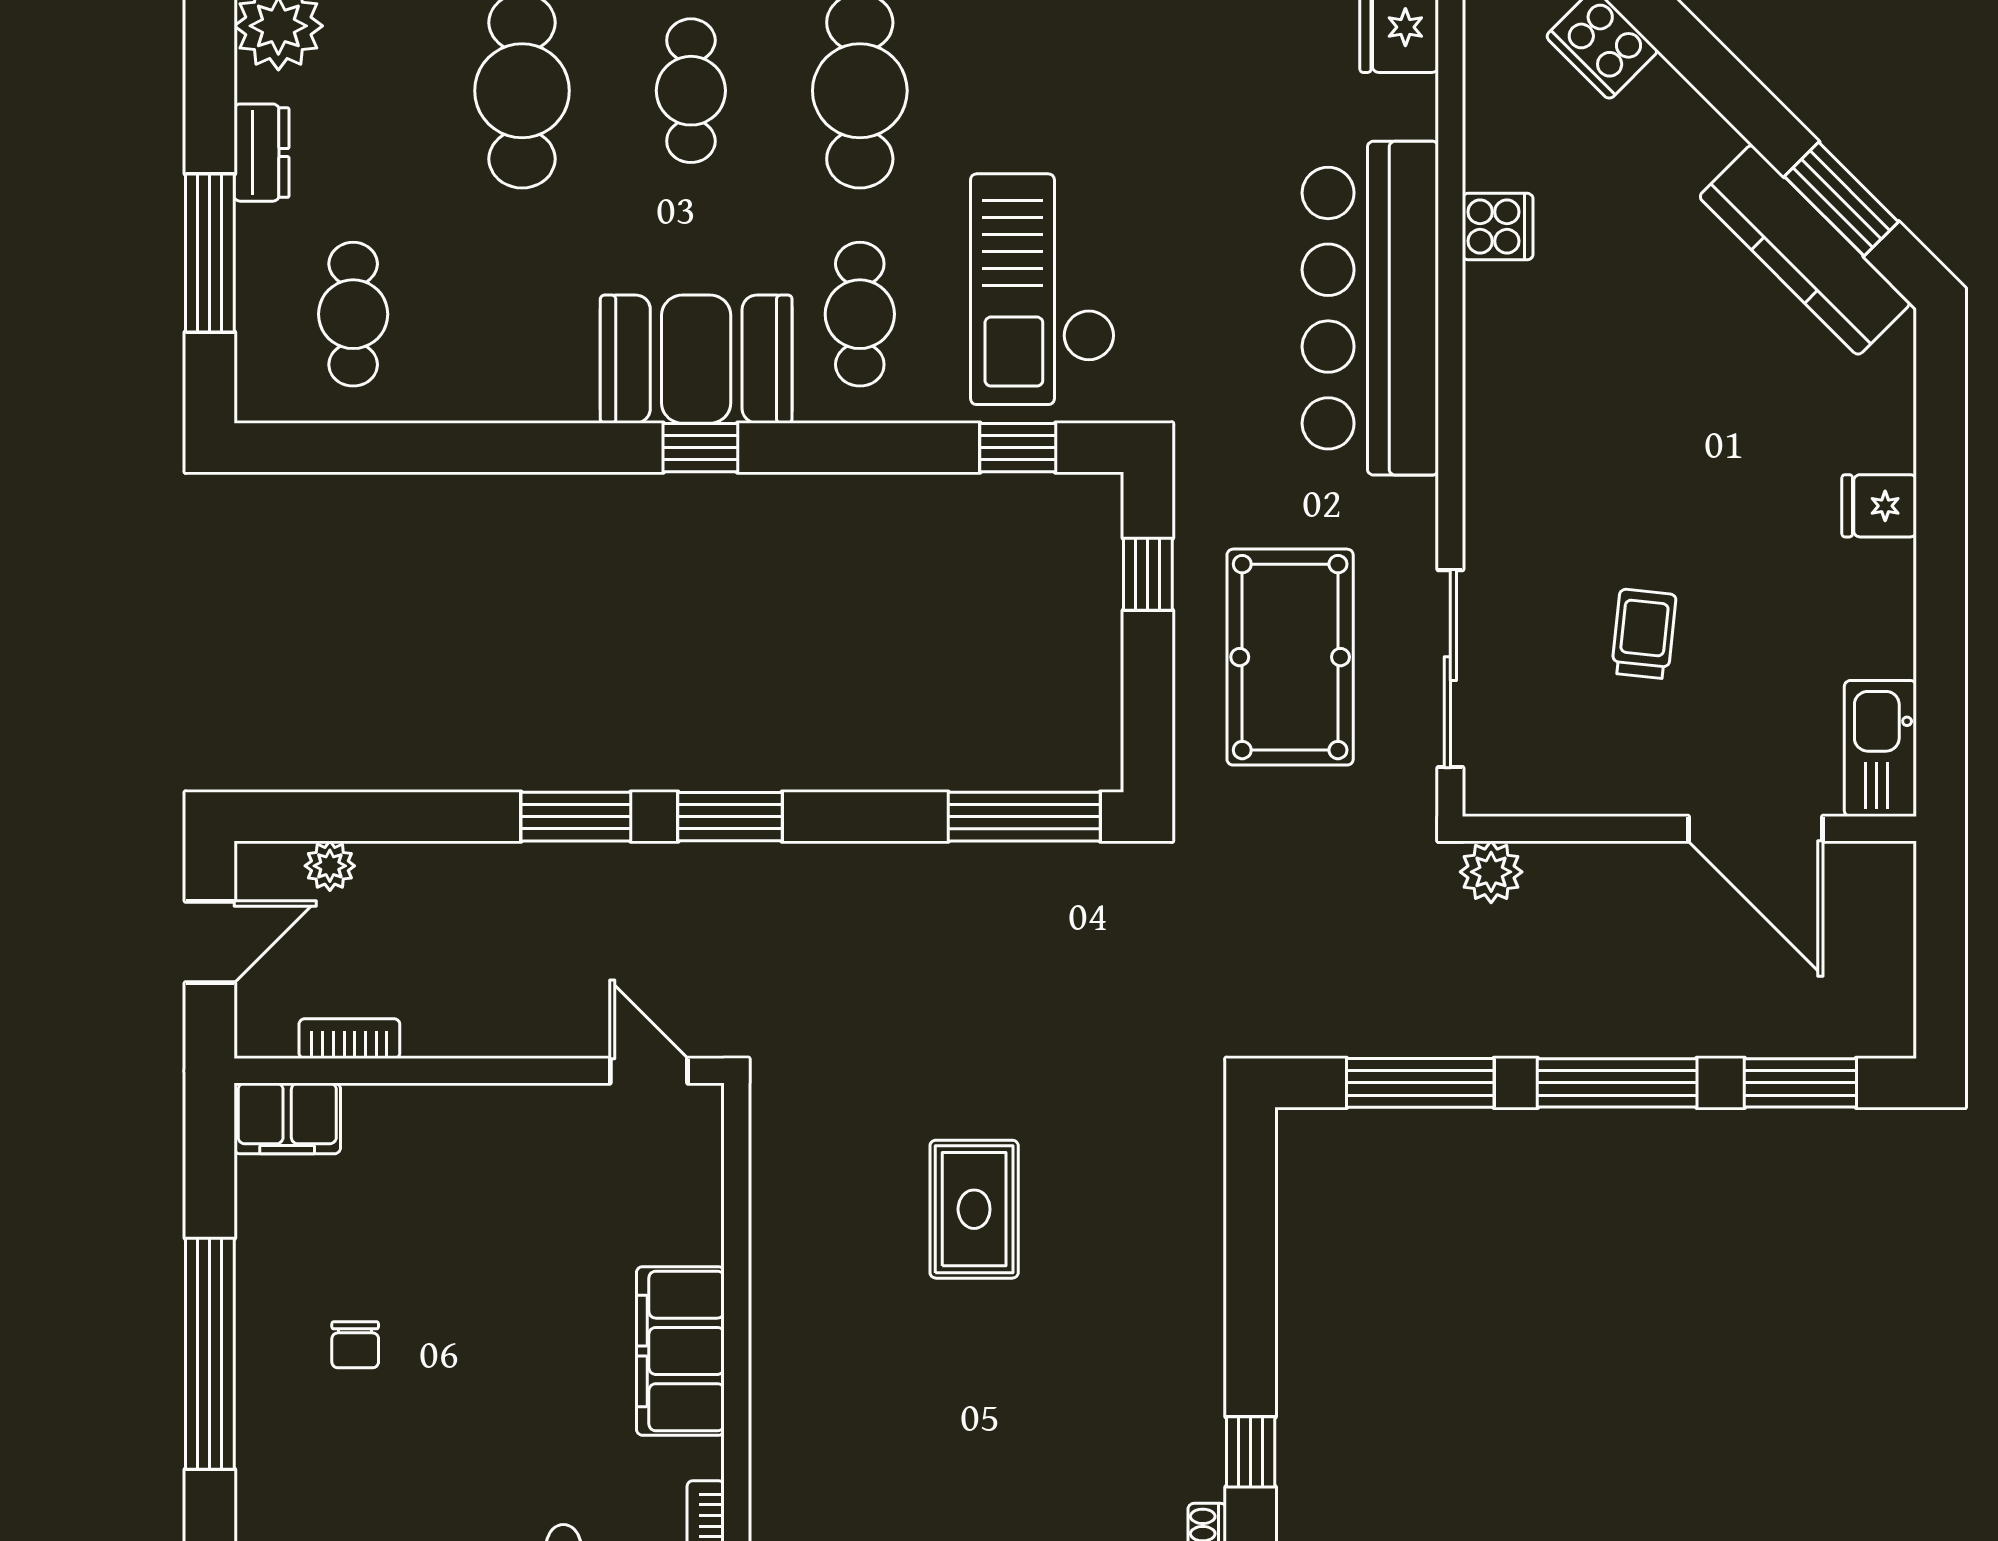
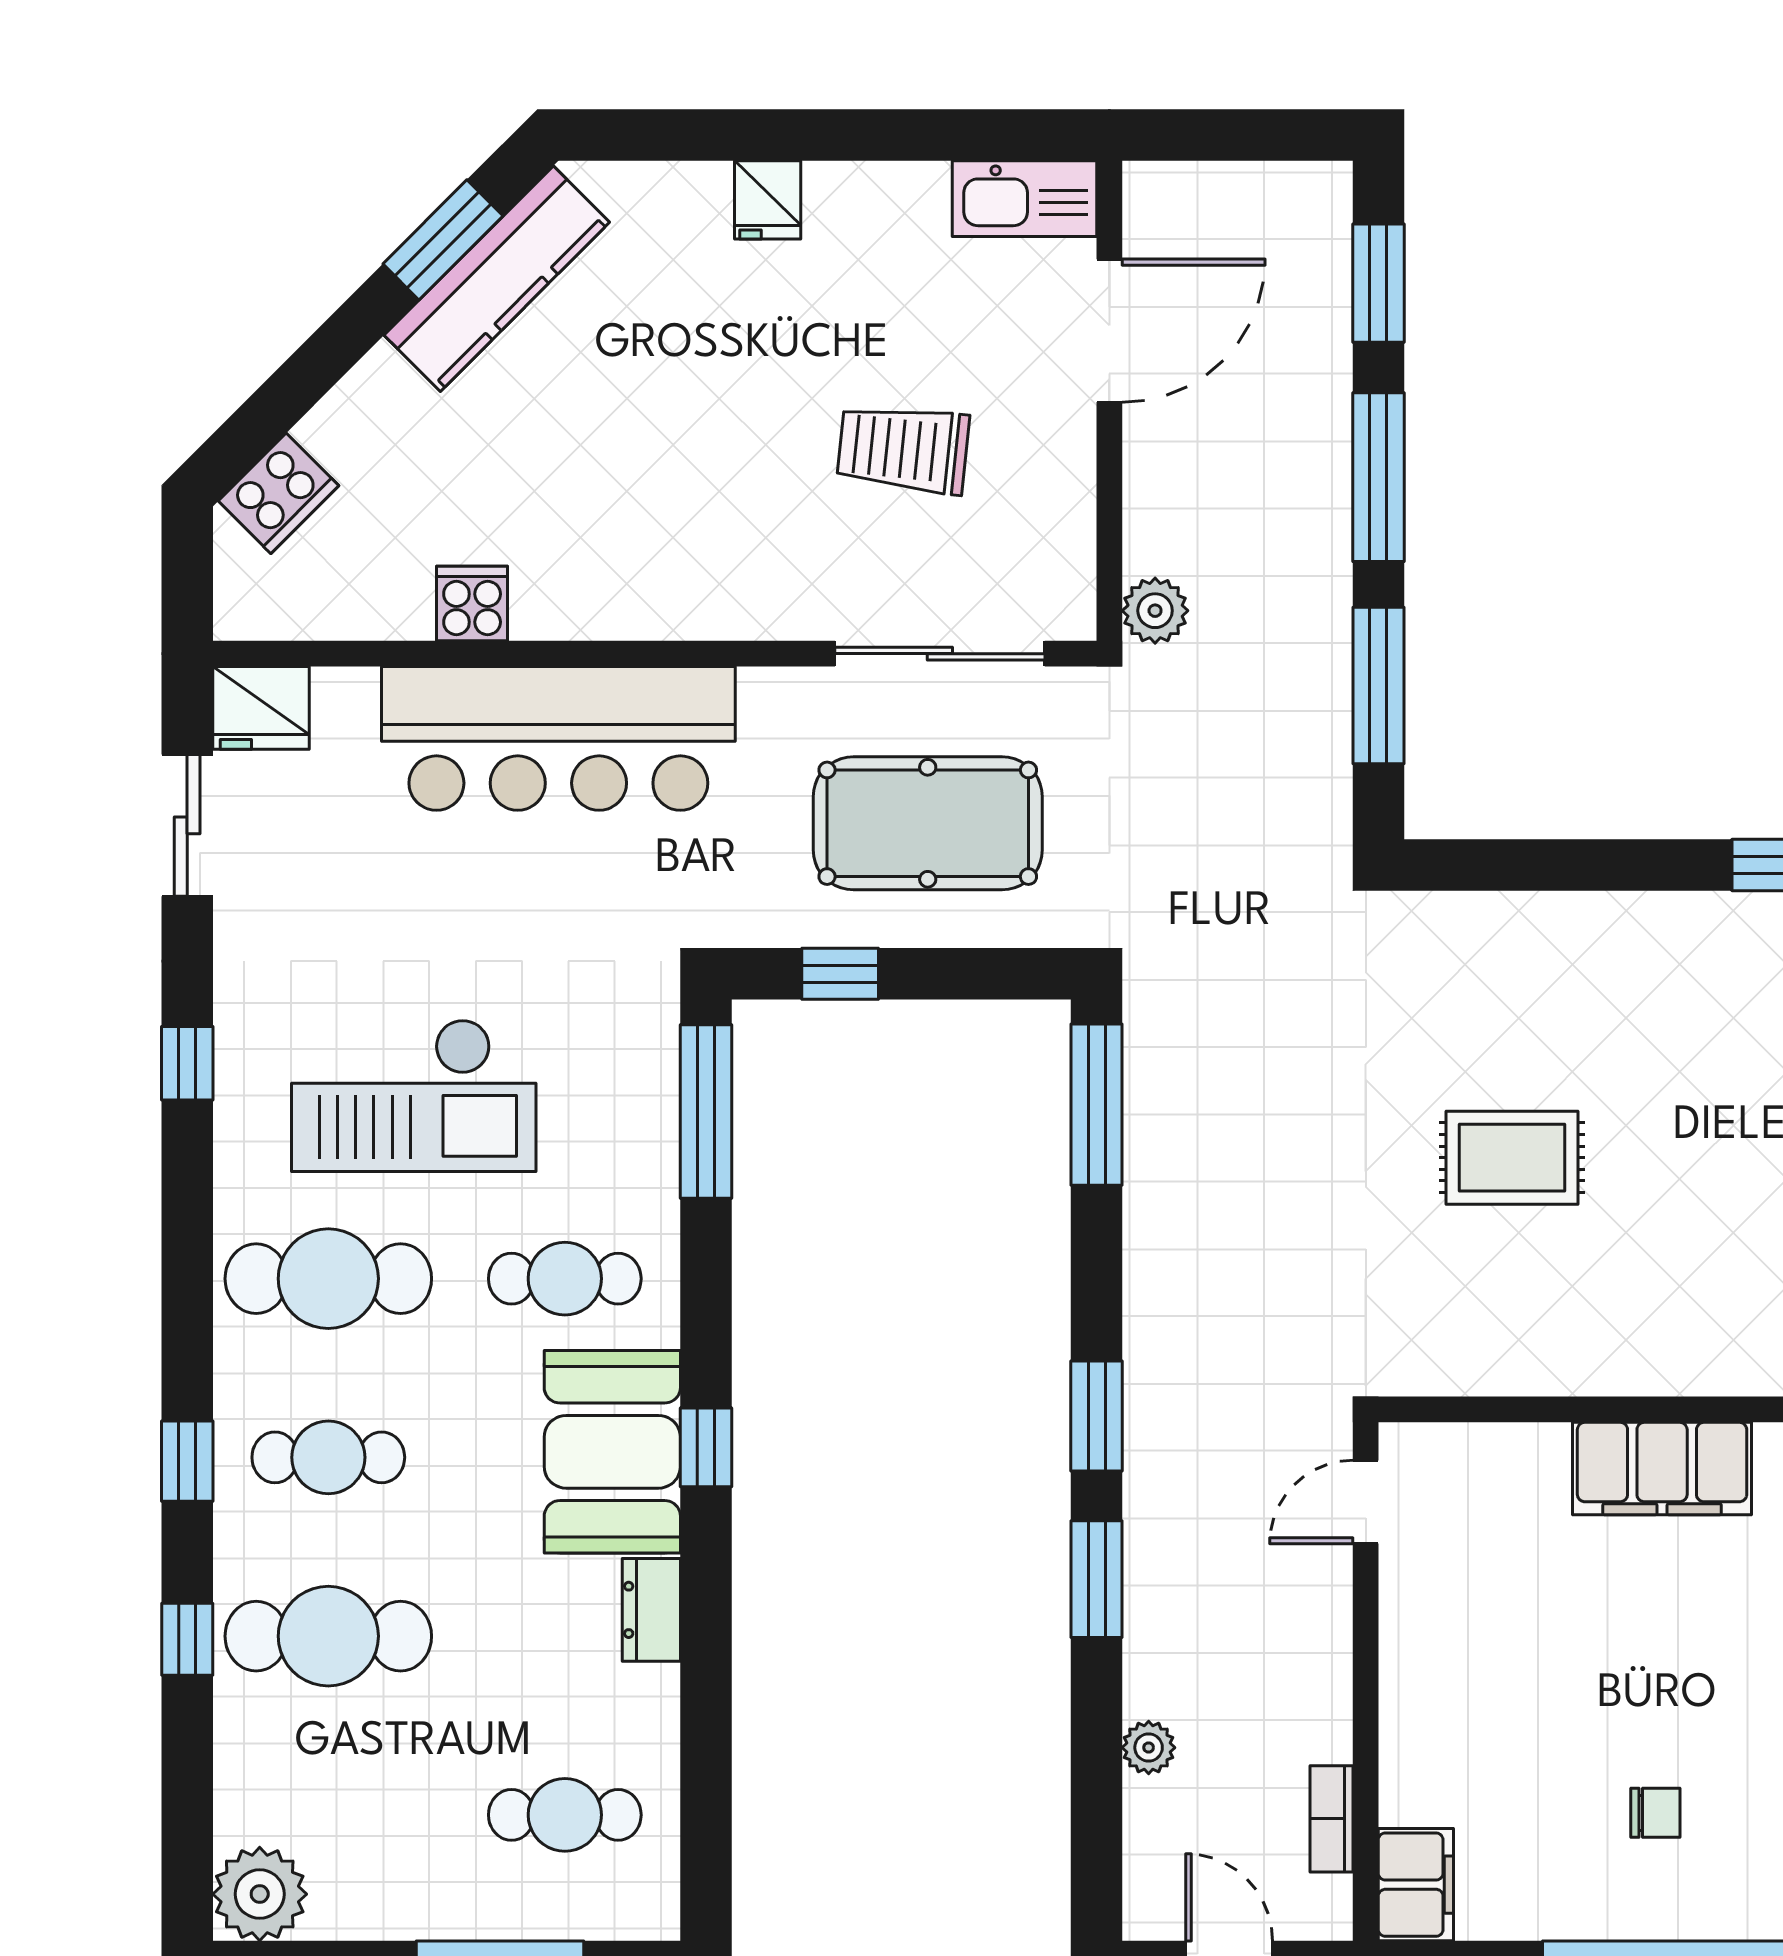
dresser: (261, 153) -> (651, 1610), moved, turned -90
checkout: (1043, 289) -> (414, 1095), moved
window: (1018, 448) -> (706, 1111), width x2.17
trolley: (1644, 634) -> (903, 449), width x1.36, depth x1.39
plant: (330, 866) -> (1149, 1748), moved

